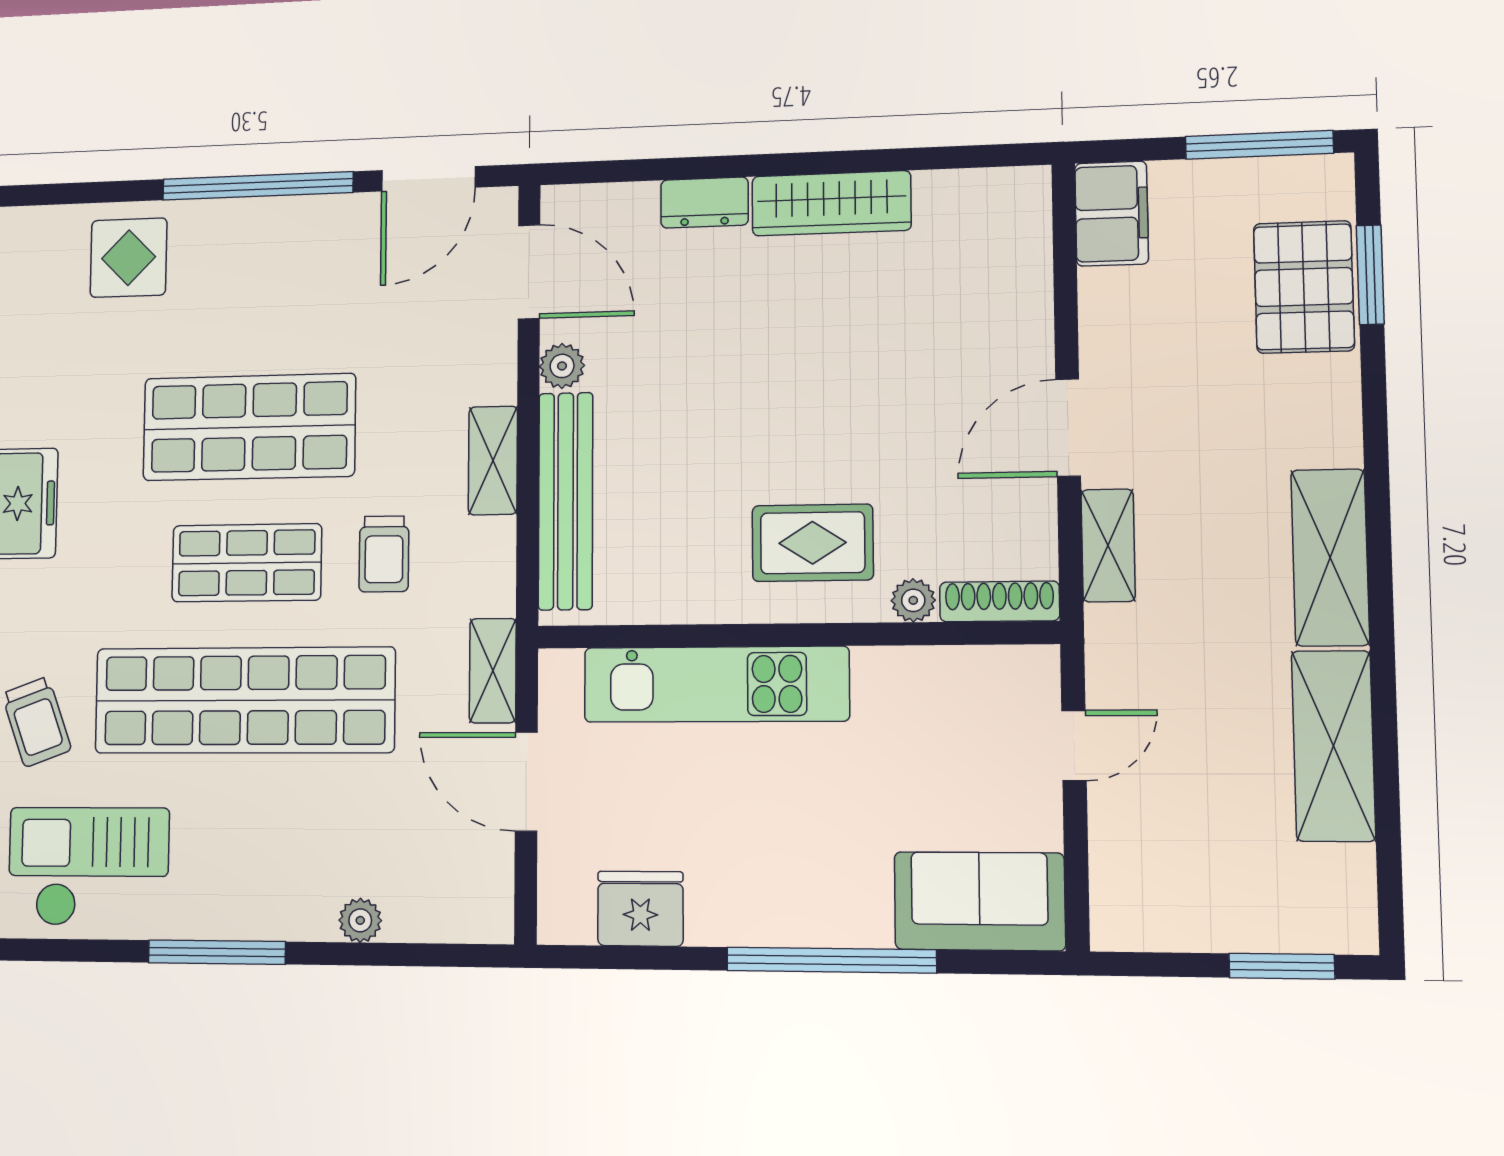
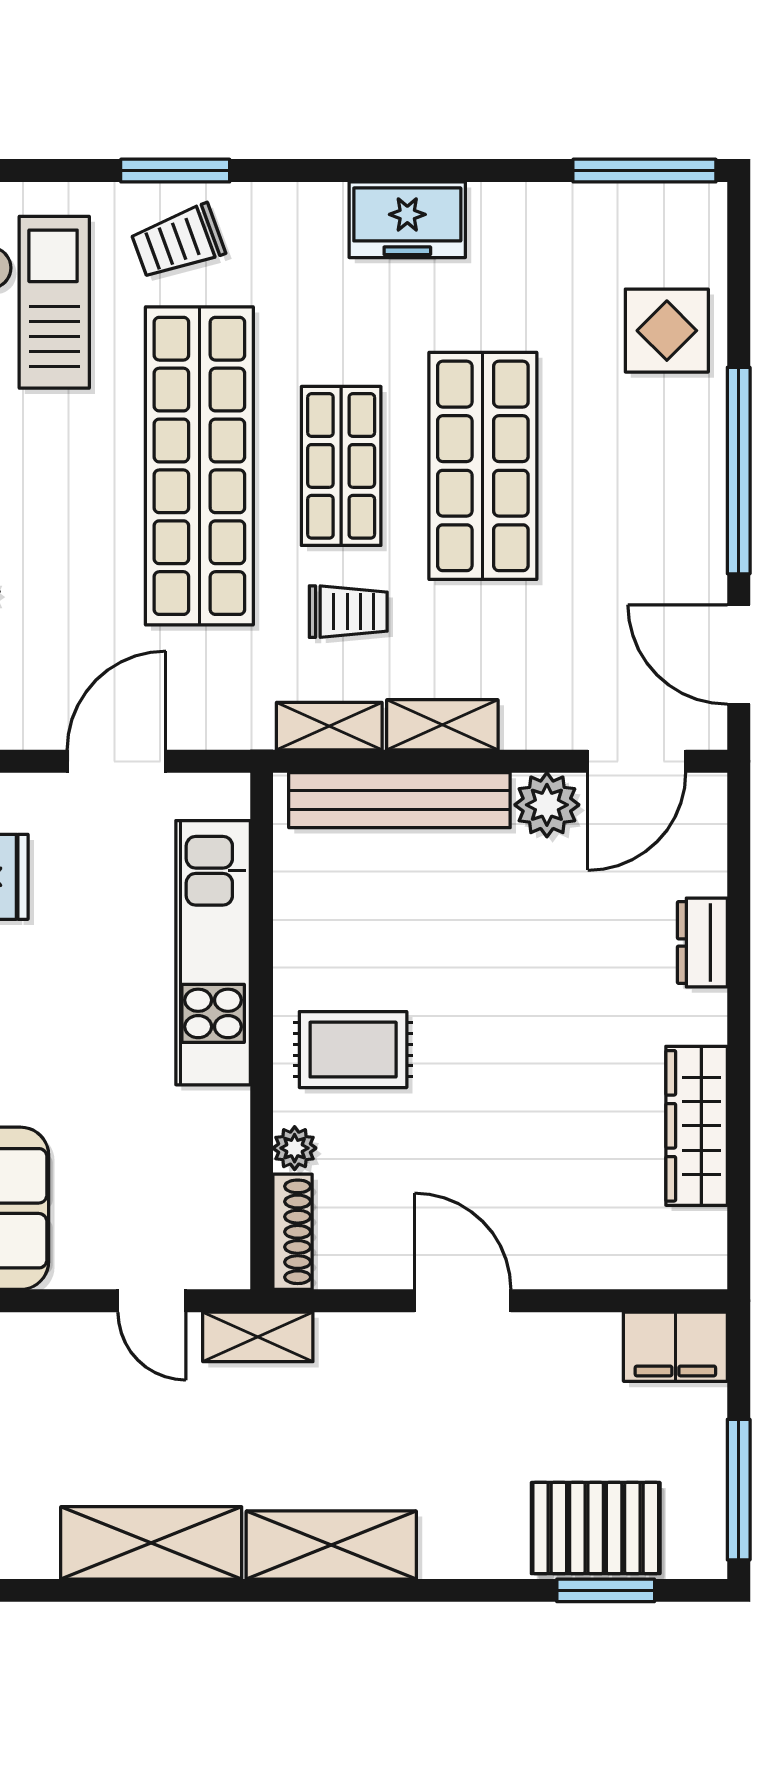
wardrobe: (831, 203) -> (697, 1126), moved
plant: (562, 366) -> (547, 805), width x1.38, depth x1.38
rug: (813, 543) -> (353, 1050), turned 90
shelving: (1108, 545) -> (258, 1337), moved
trolley: (384, 554) -> (348, 612), turned 180
shelving: (493, 671) -> (329, 726), moved

